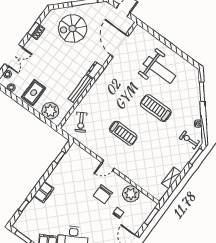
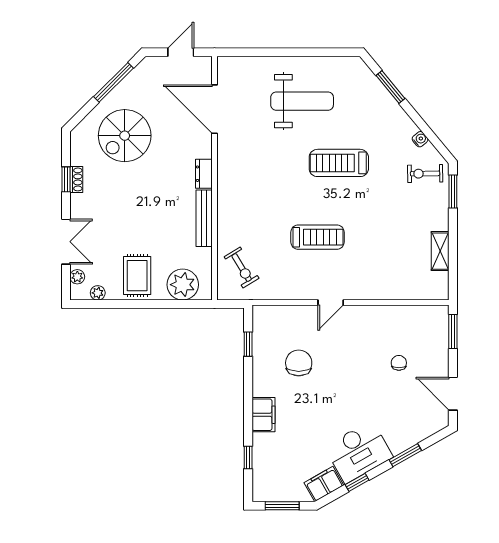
chair: (103, 194) -> (299, 363), moved, turned 180
plant: (131, 194) -> (397, 320), removed

